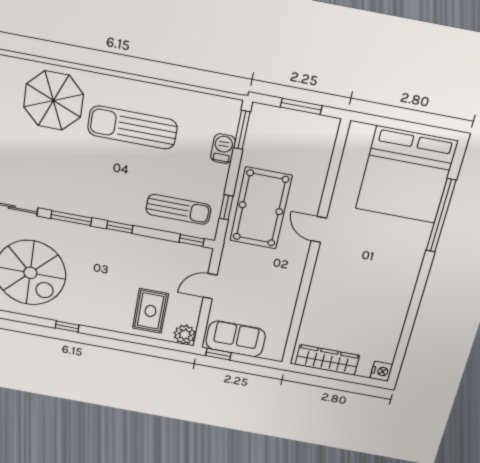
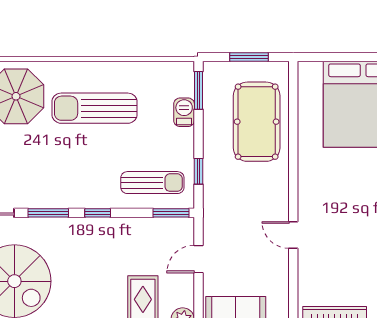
pool table: (261, 208) -> (257, 122), moved
door: (319, 229) -> (293, 235), moved
window: (192, 240) -> (171, 213), width x1.50

